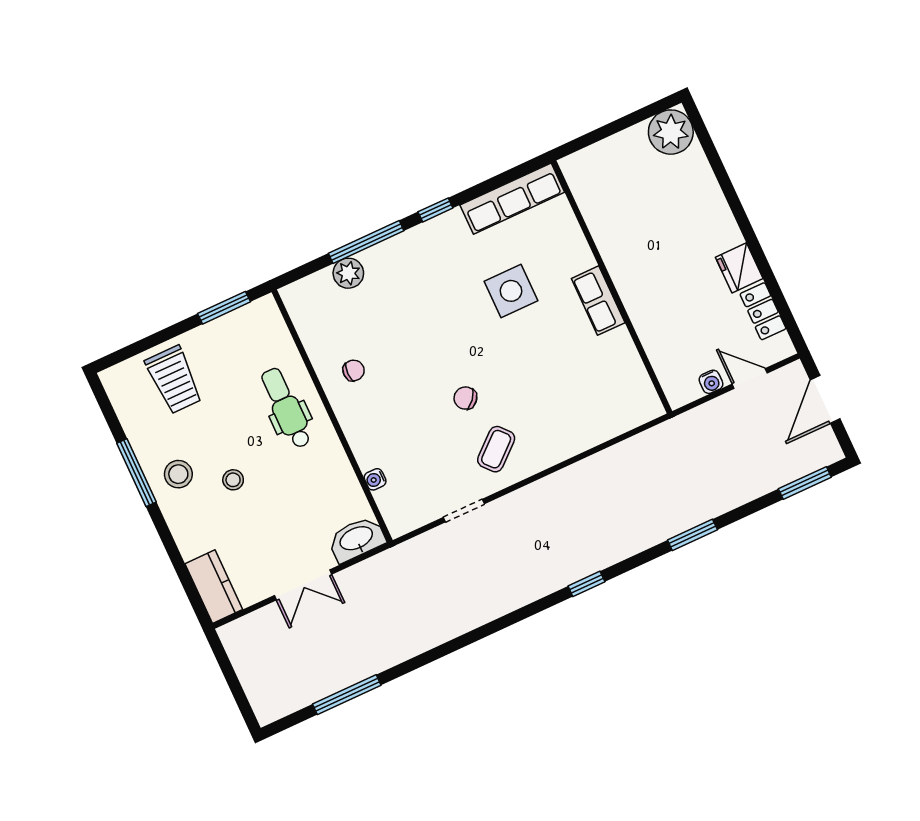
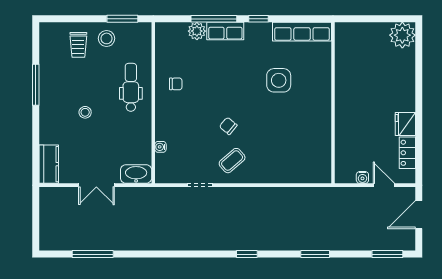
row of seats: (598, 301) -> (225, 31), moved, turned -90
trolley: (174, 380) -> (78, 45), width x0.73, depth x0.72
stool: (178, 474) -> (107, 38), moved

